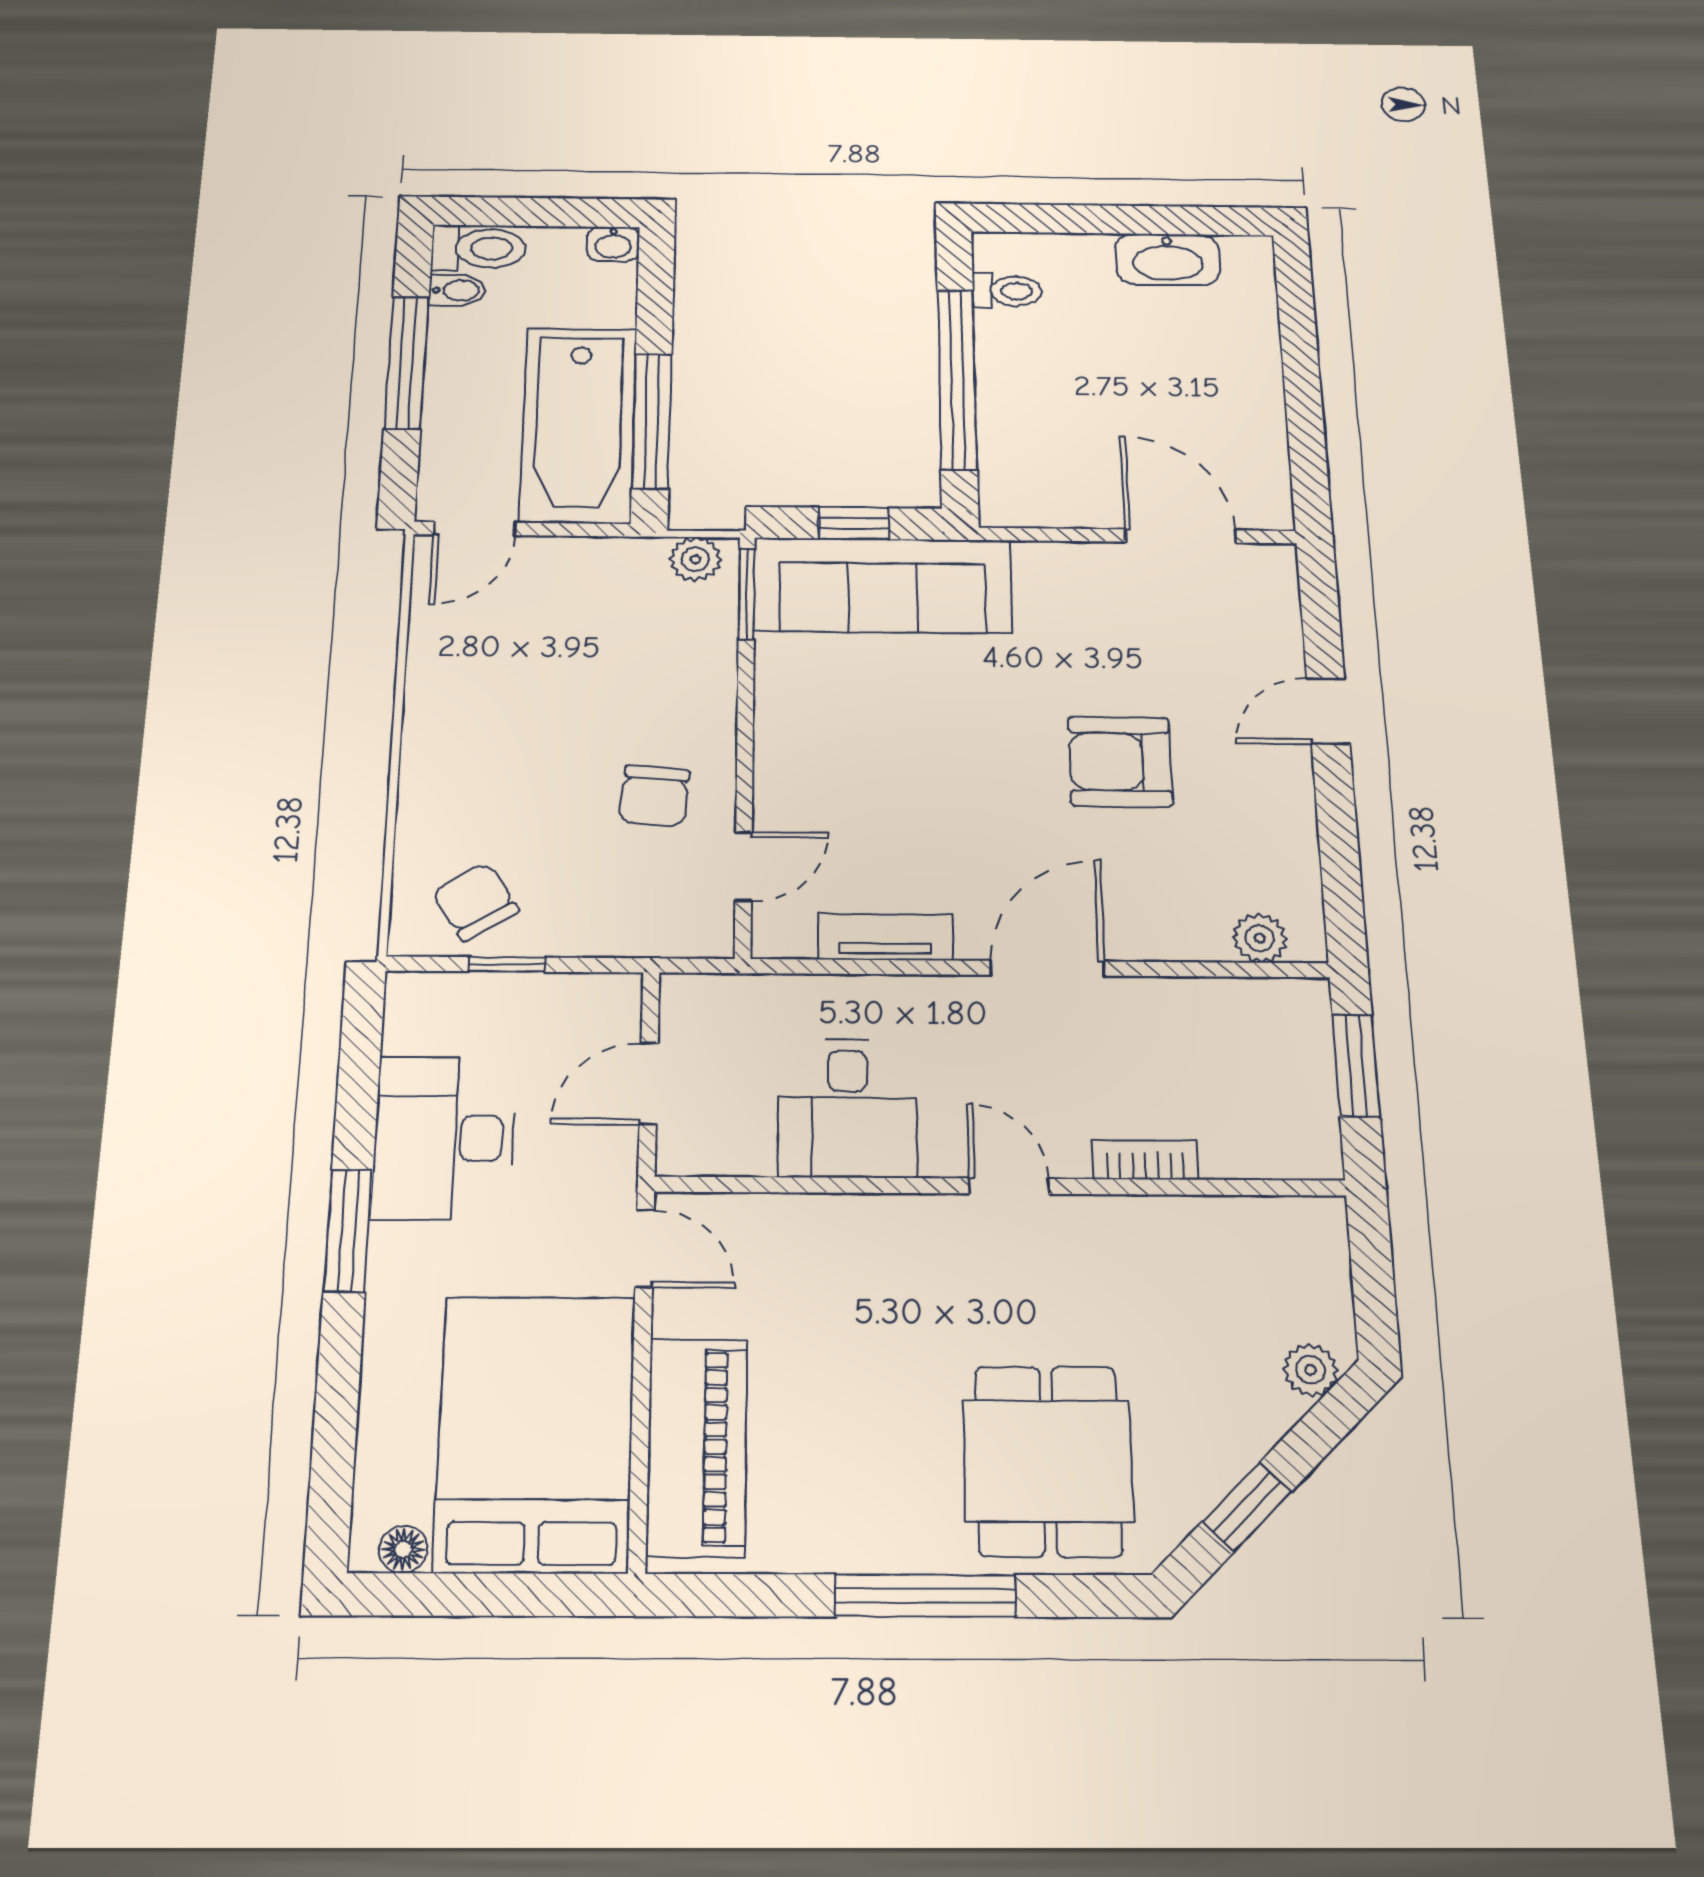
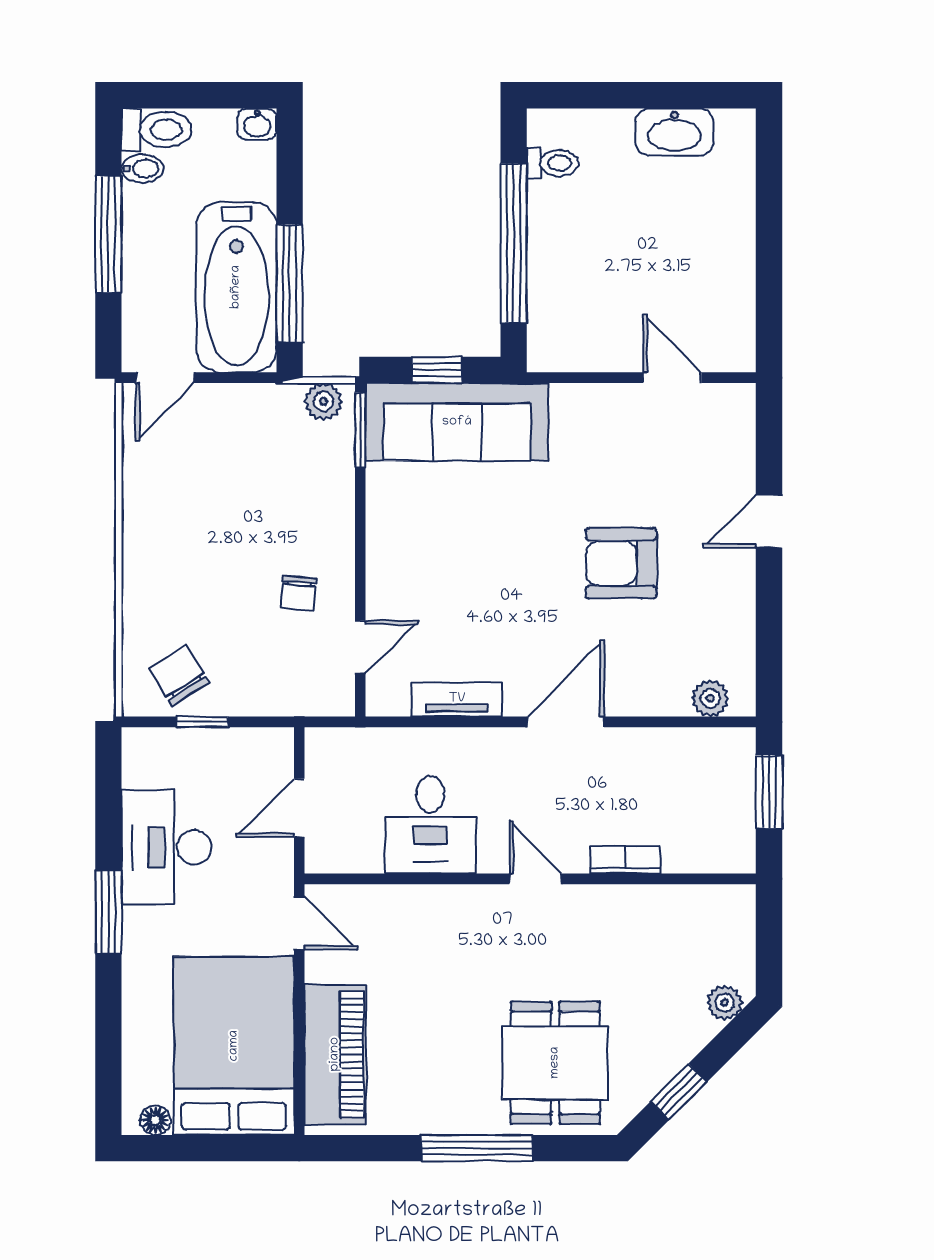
door: (1180, 536) -> (672, 378), width x0.73
chair: (654, 796) -> (298, 593), width x0.73, depth x0.73

